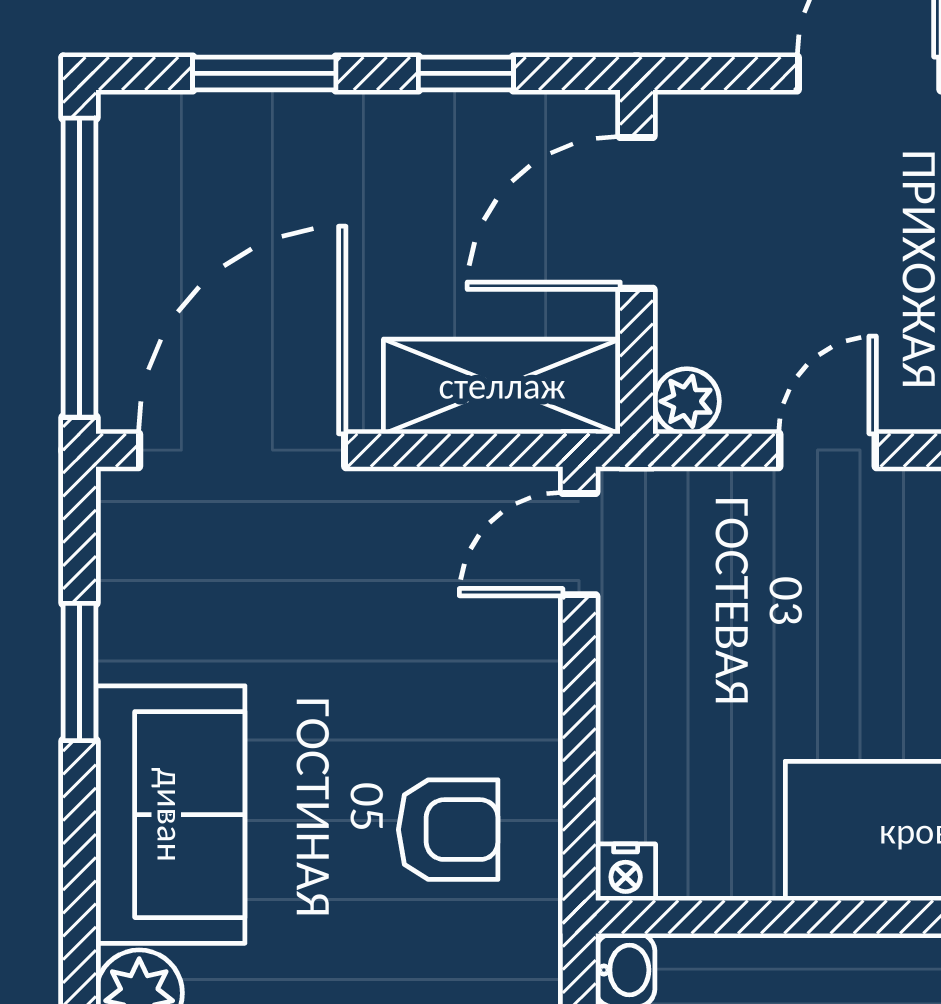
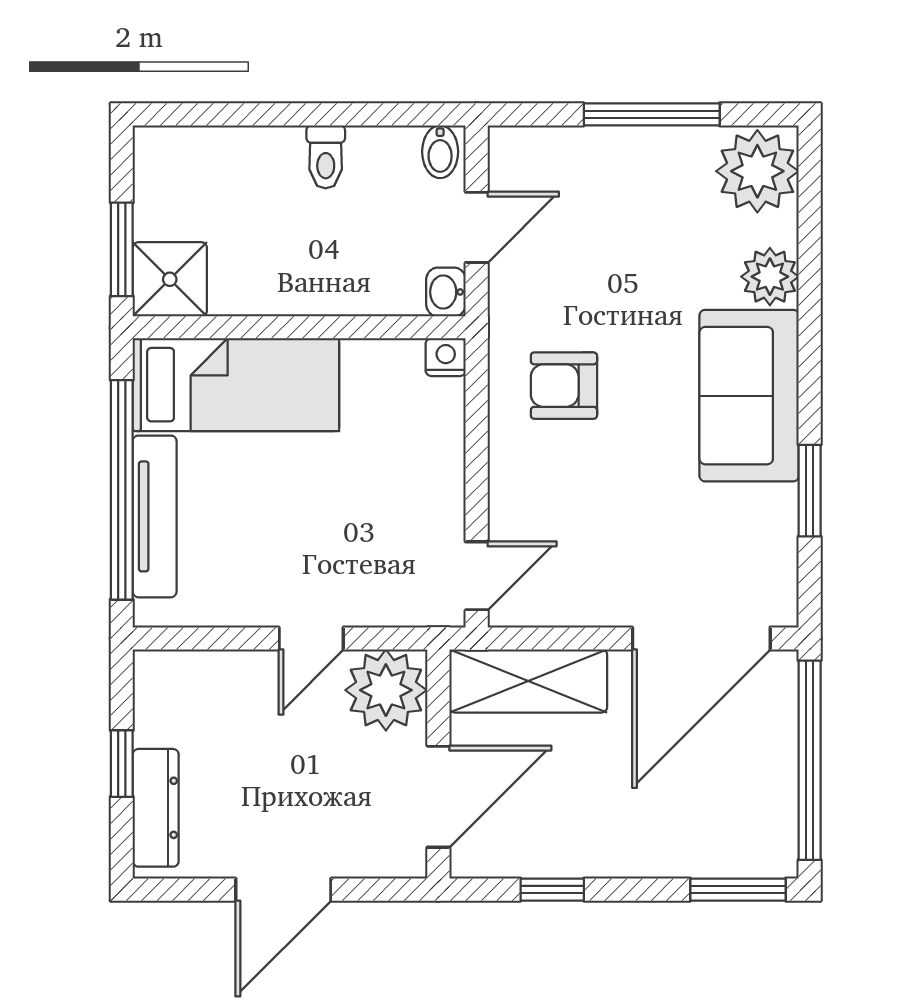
window: (264, 73) -> (738, 890), moved
plant: (687, 401) -> (386, 690), width x1.88, depth x1.88

